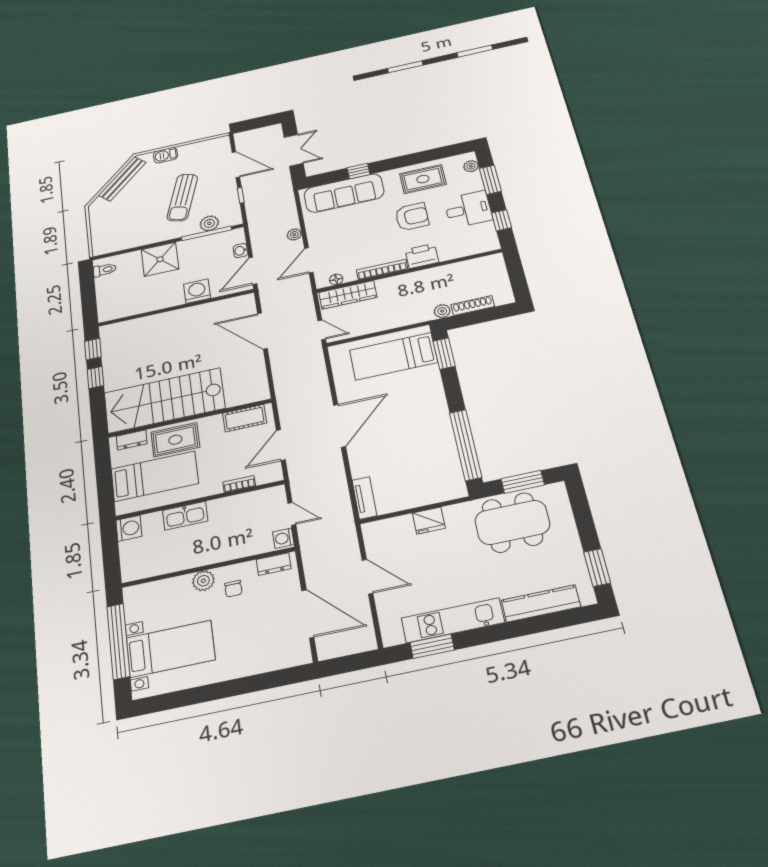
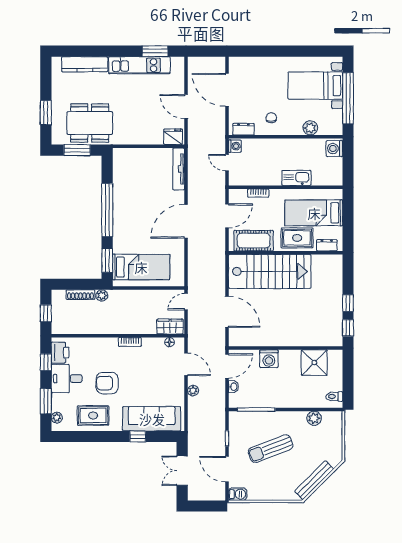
barbecue: (166, 155) -> (238, 494), moved
sun lounger: (182, 198) -> (270, 449), turned -129
plant: (209, 223) -> (314, 418), moved
printer: (422, 256) -> (60, 353), moved, turned -90
shower: (160, 259) -> (314, 363), moved
door: (309, 260) -> (186, 364), hinge flipped
bookcase: (382, 270) -> (130, 342), width x0.64
window: (516, 274) -> (46, 313), added
wardrobe: (348, 295) -> (170, 327), width x0.67
door: (322, 330) -> (186, 302), hinge flipped
stairs: (164, 401) -> (270, 271), moved
cot: (245, 418) -> (254, 241), width x1.37, depth x1.34
window: (466, 445) -> (107, 210), moved
tv unit: (364, 498) -> (179, 169), width x1.41
fridge: (429, 521) -> (173, 137), moved
washing machine: (129, 528) -> (334, 149), moved
window: (597, 568) -> (46, 113), moved
plant: (203, 581) -> (310, 128), moved

